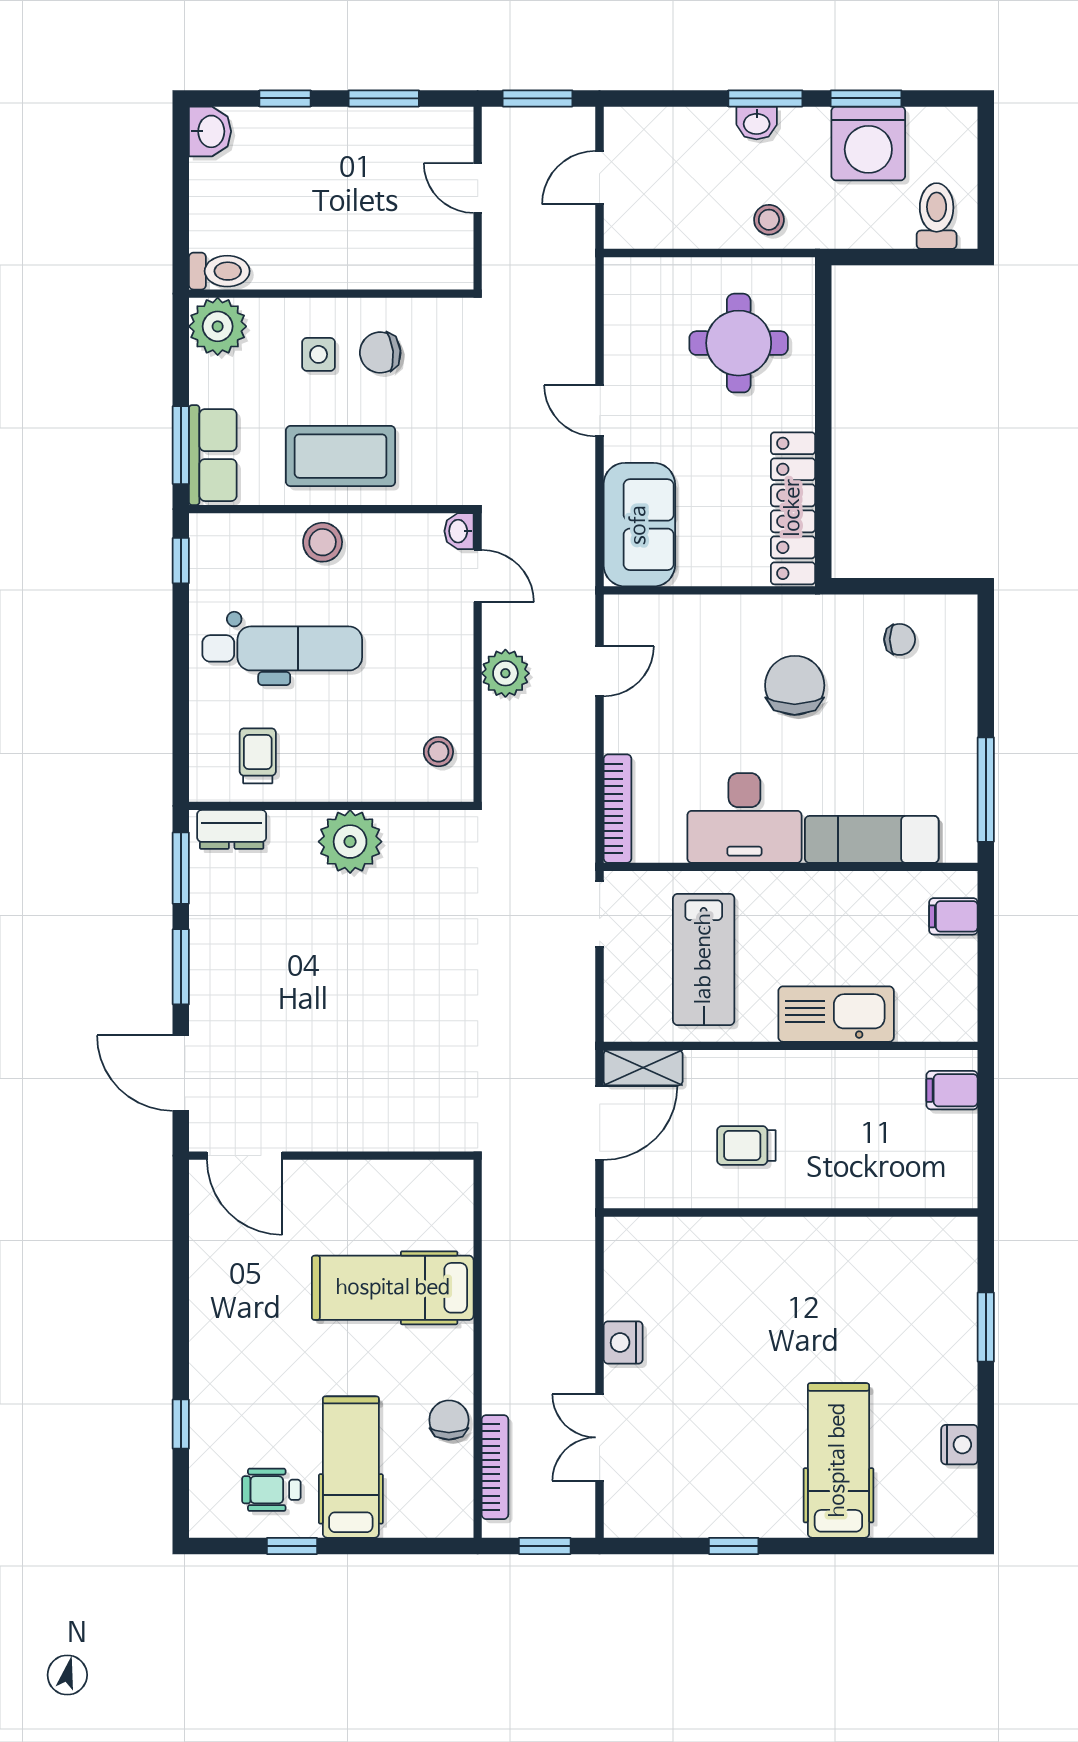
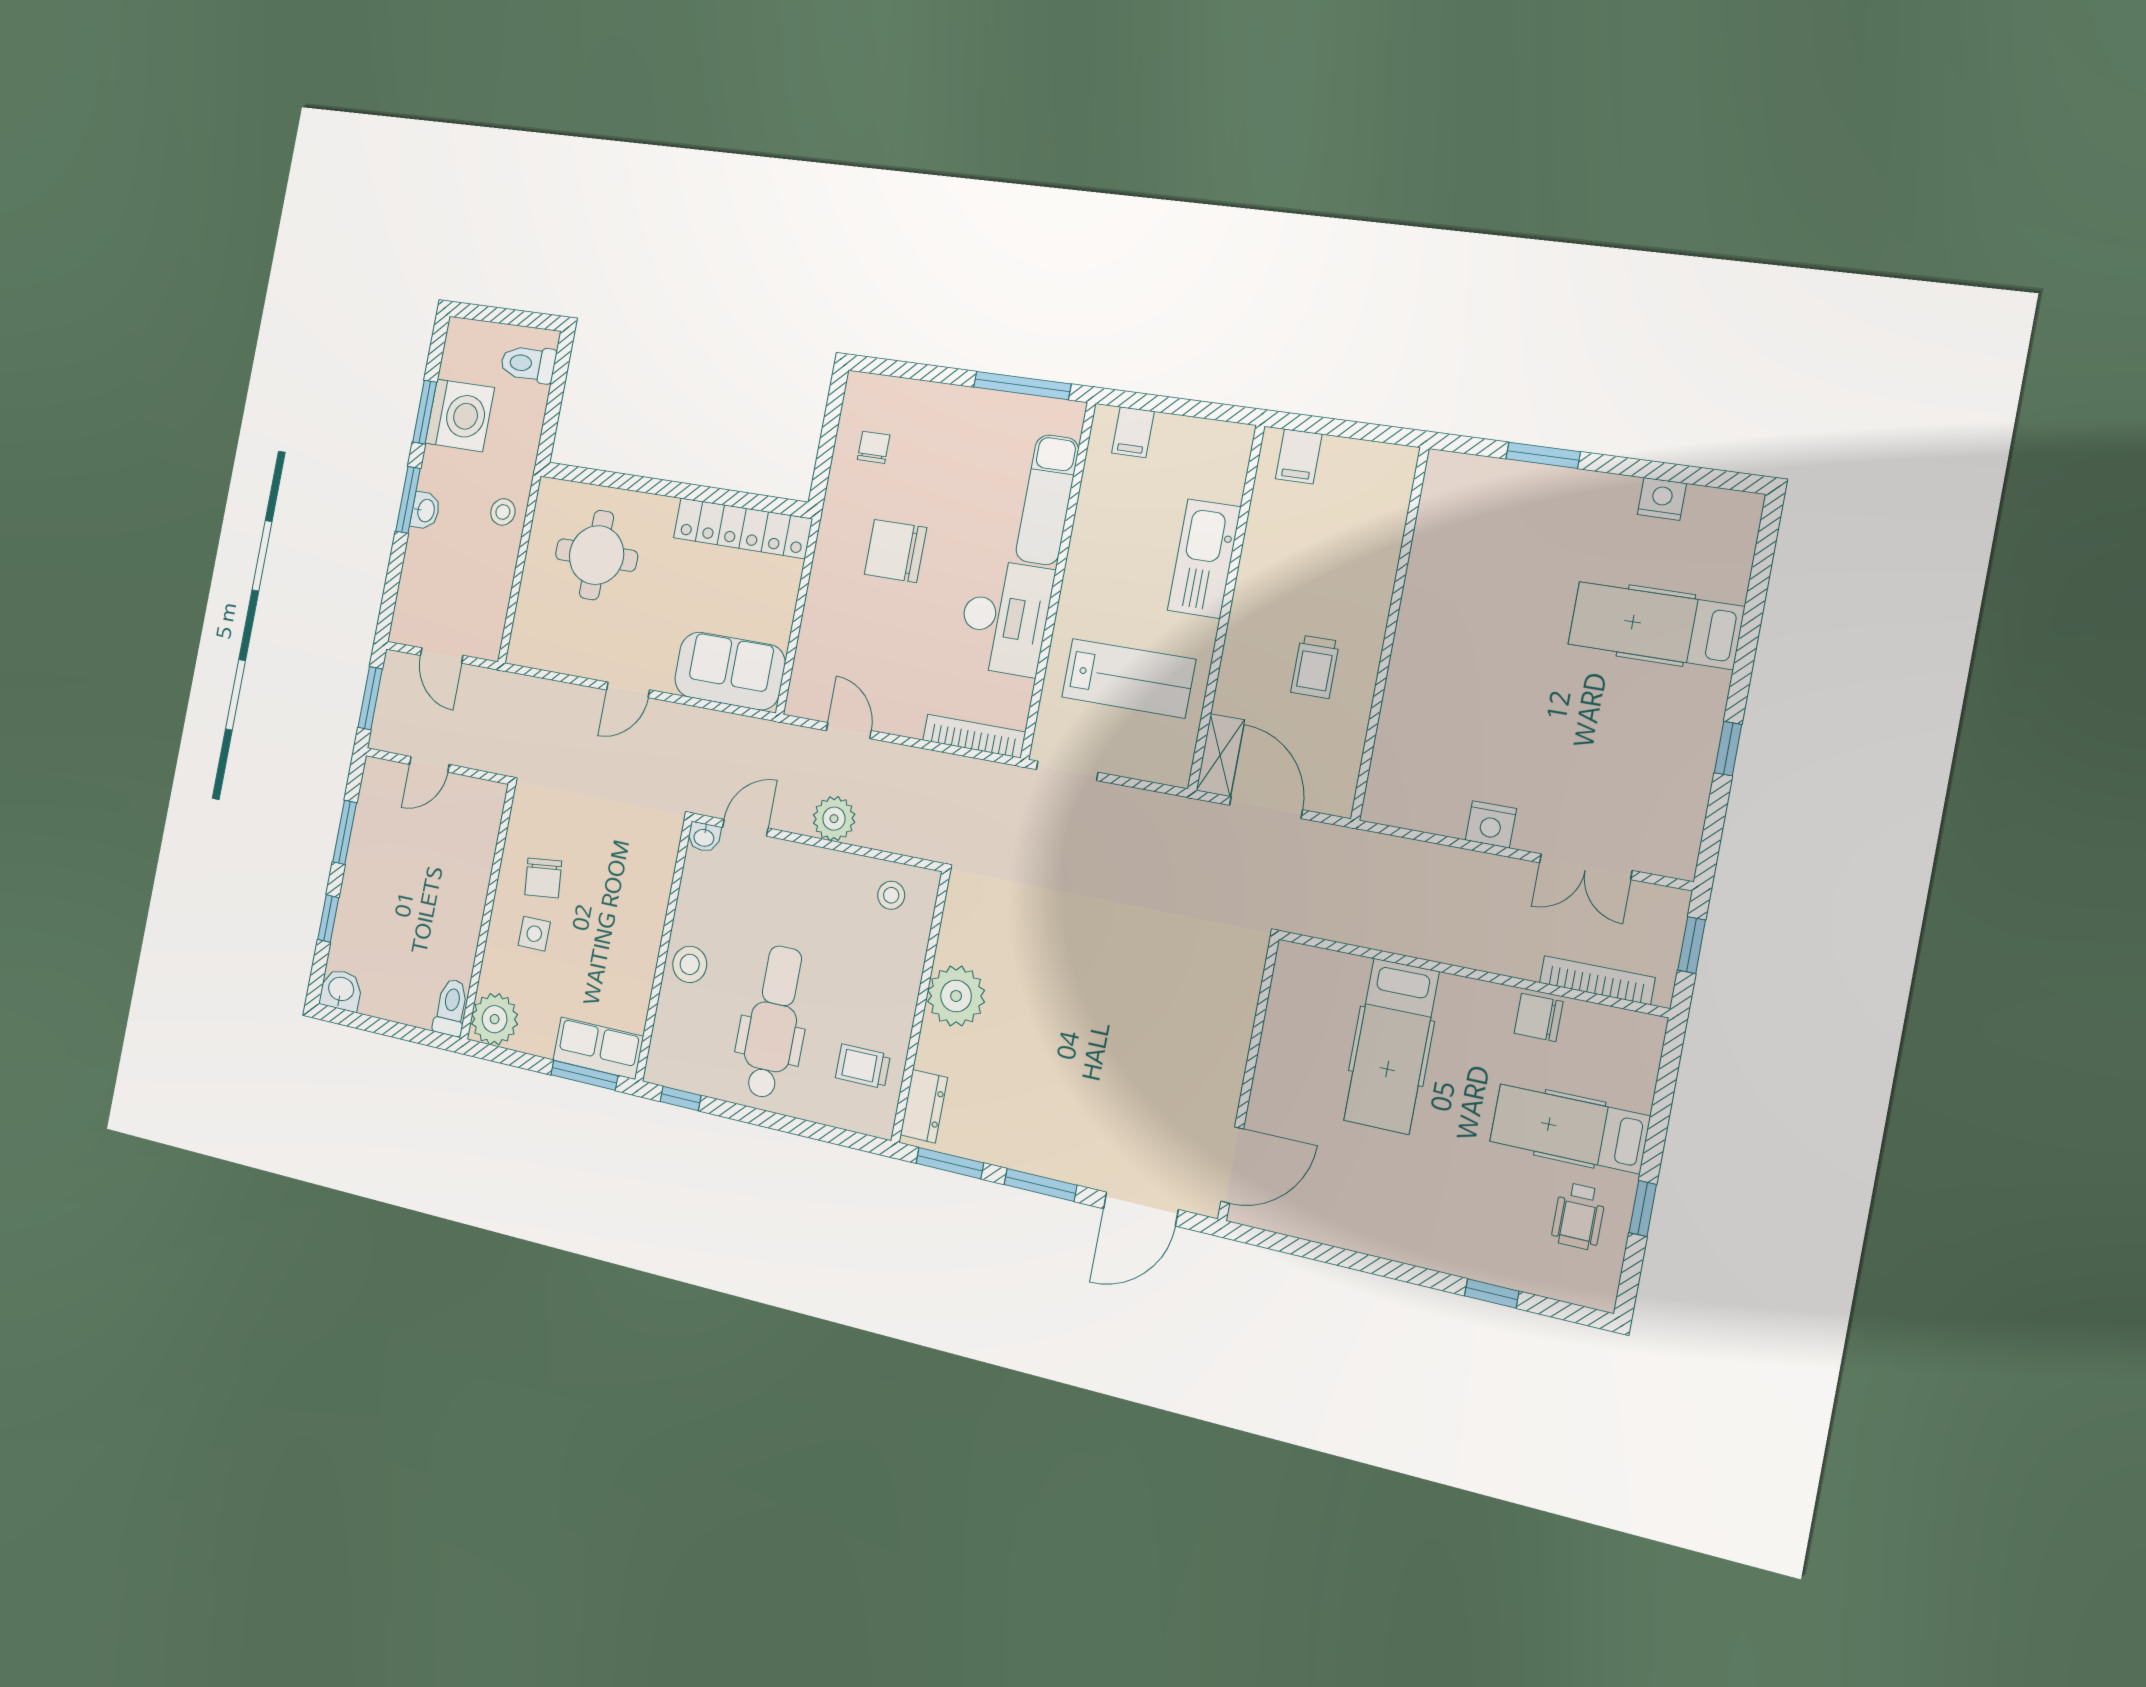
coffee table: (341, 456) -> (621, 932), removed

